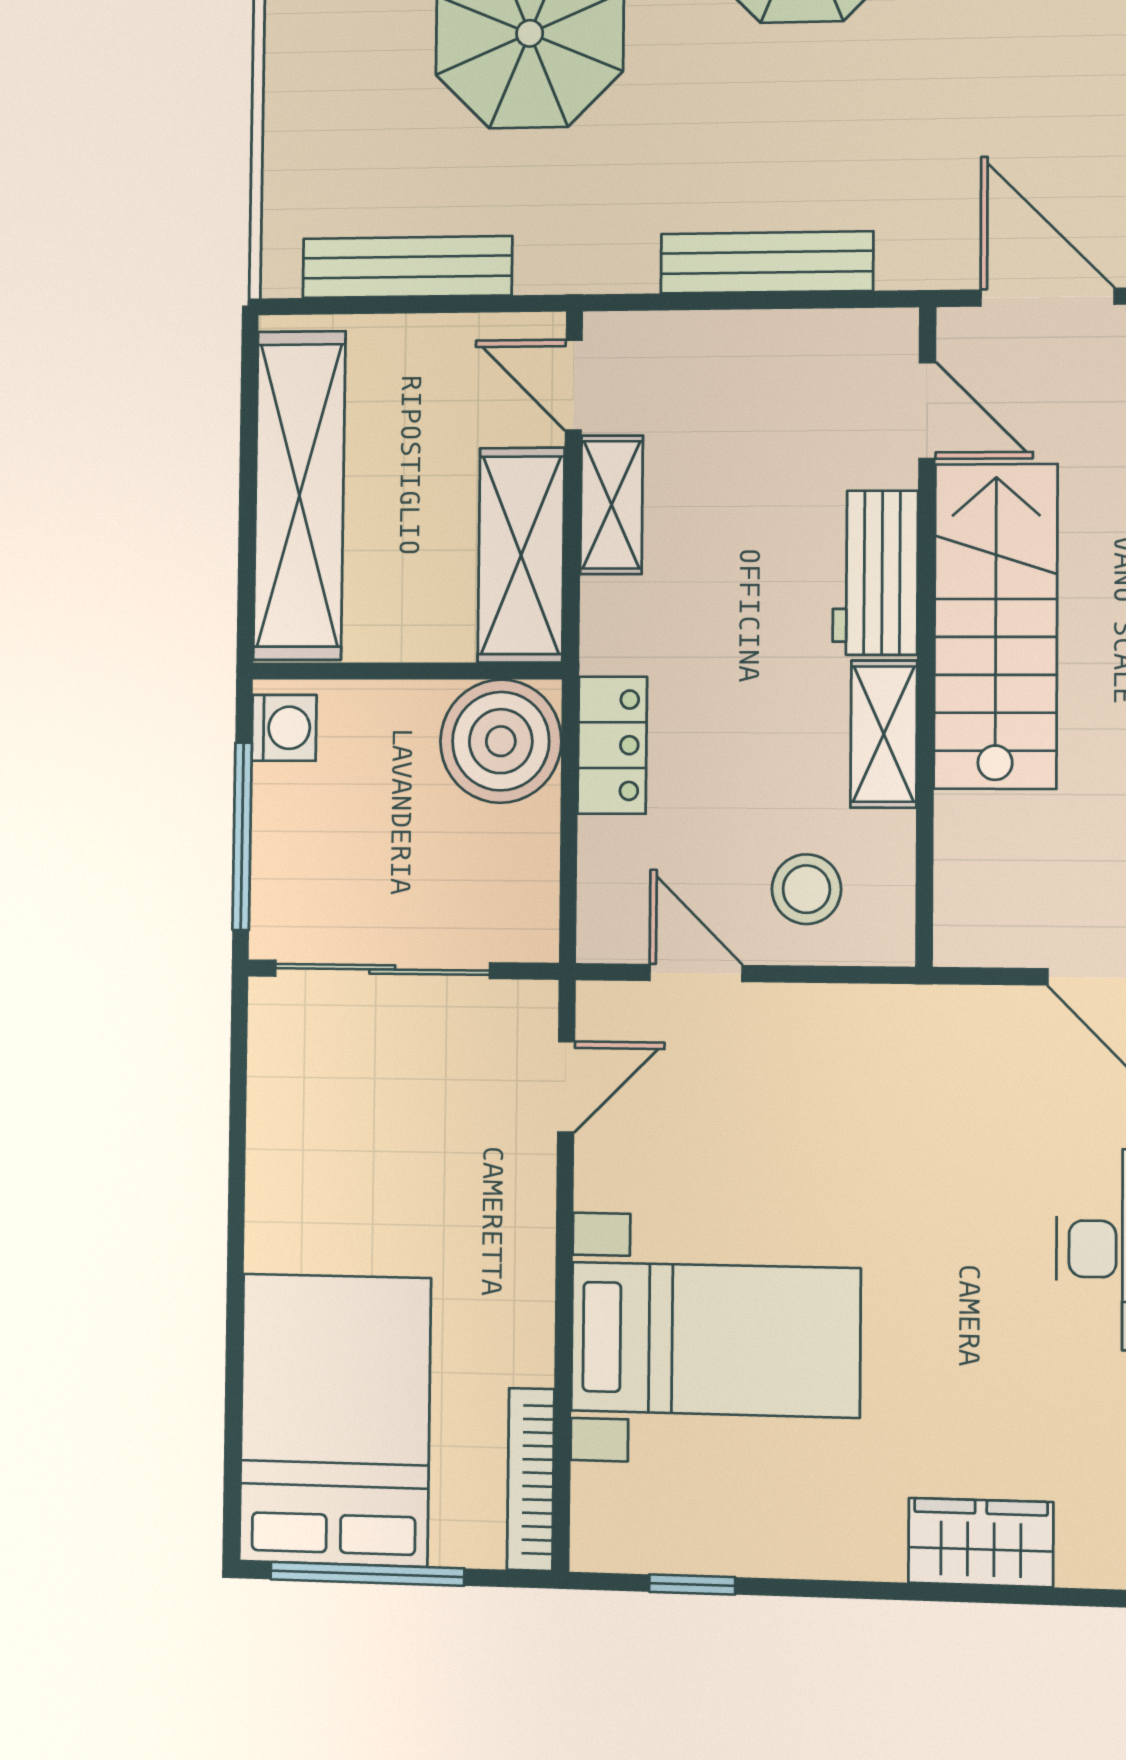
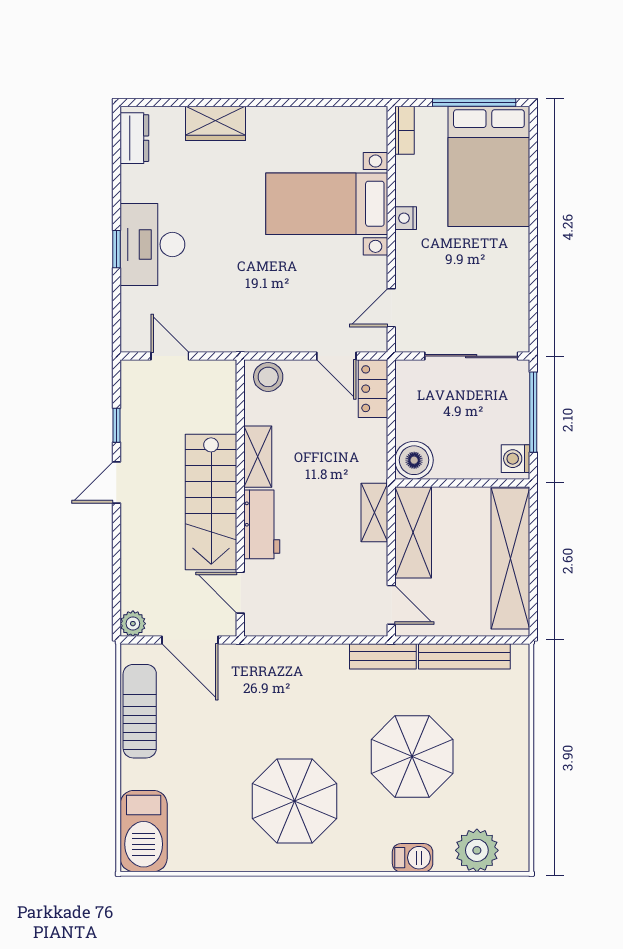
bench: (767, 262) -> (383, 656), moved, width x0.73
shelving: (612, 505) -> (374, 512), moved
boiler: (501, 741) -> (414, 460), width x0.73, depth x0.73
locker: (612, 745) -> (373, 389), moved
stool: (806, 889) -> (268, 377), moved
nightstand: (530, 1300) -> (406, 218), added
bookcase: (531, 1479) -> (405, 130), width x0.64
window: (692, 1584) -> (336, 102), removed

